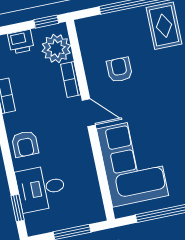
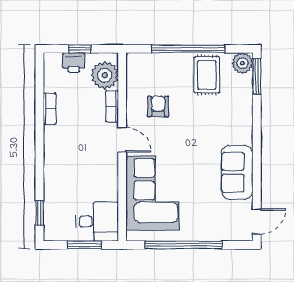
window: (46, 22) -> (80, 49), moved
armchair: (25, 144) -> (58, 156), removed
desk: (41, 188) -> (97, 221), moved, turned 180

